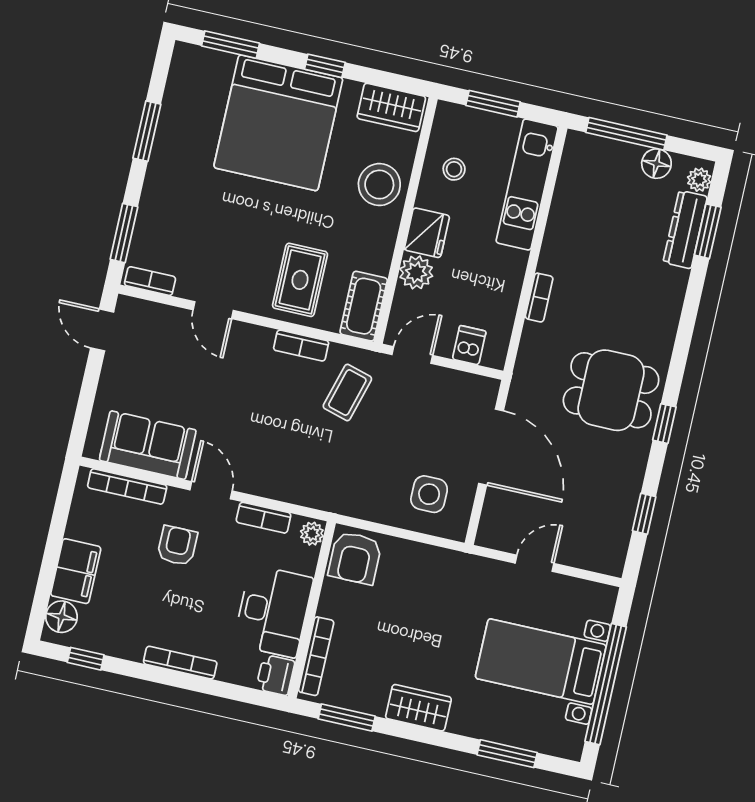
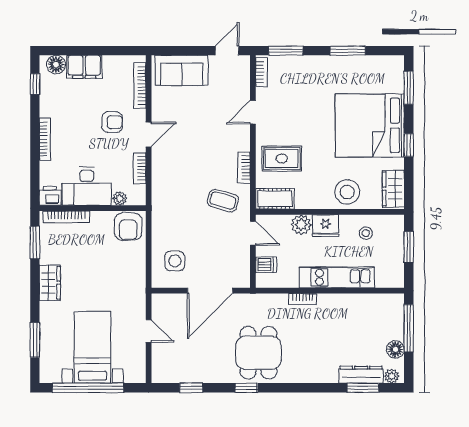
kitchen unit: (527, 185) -> (337, 277), moved
sofa: (148, 445) -> (182, 70), moved, turned 90
plant: (312, 534) -> (120, 198), moved
armchair: (355, 558) -> (128, 227), turned -90

